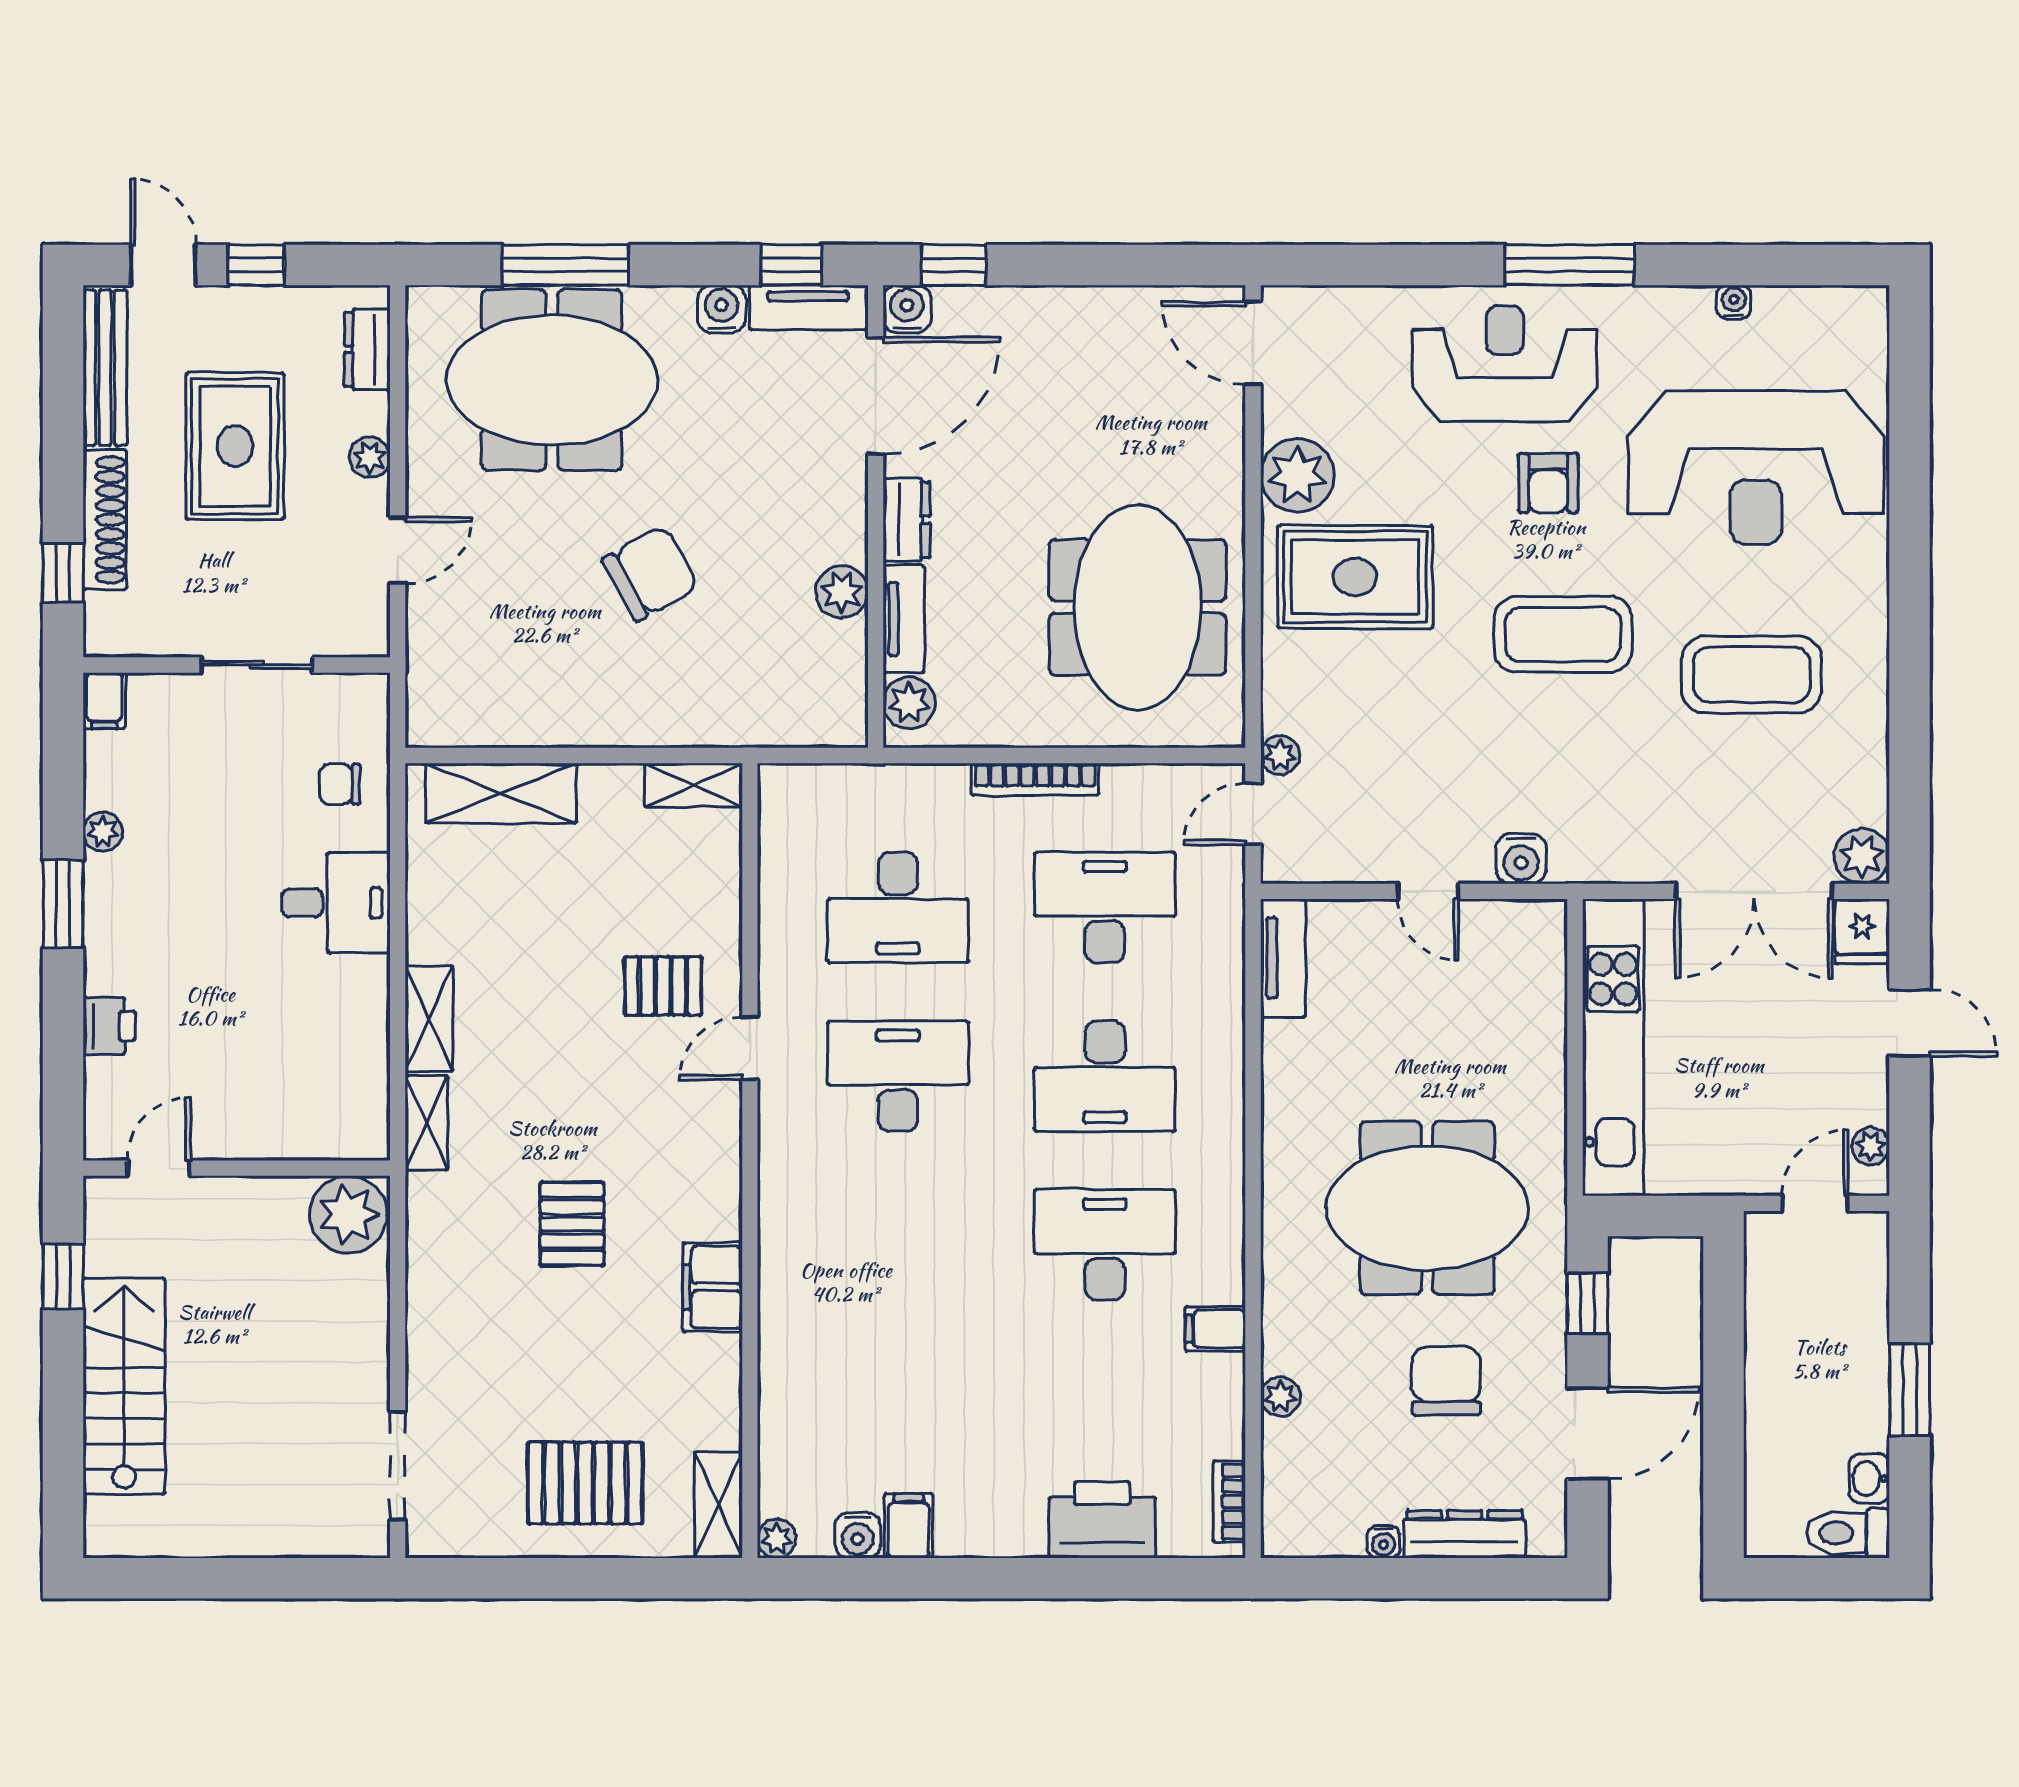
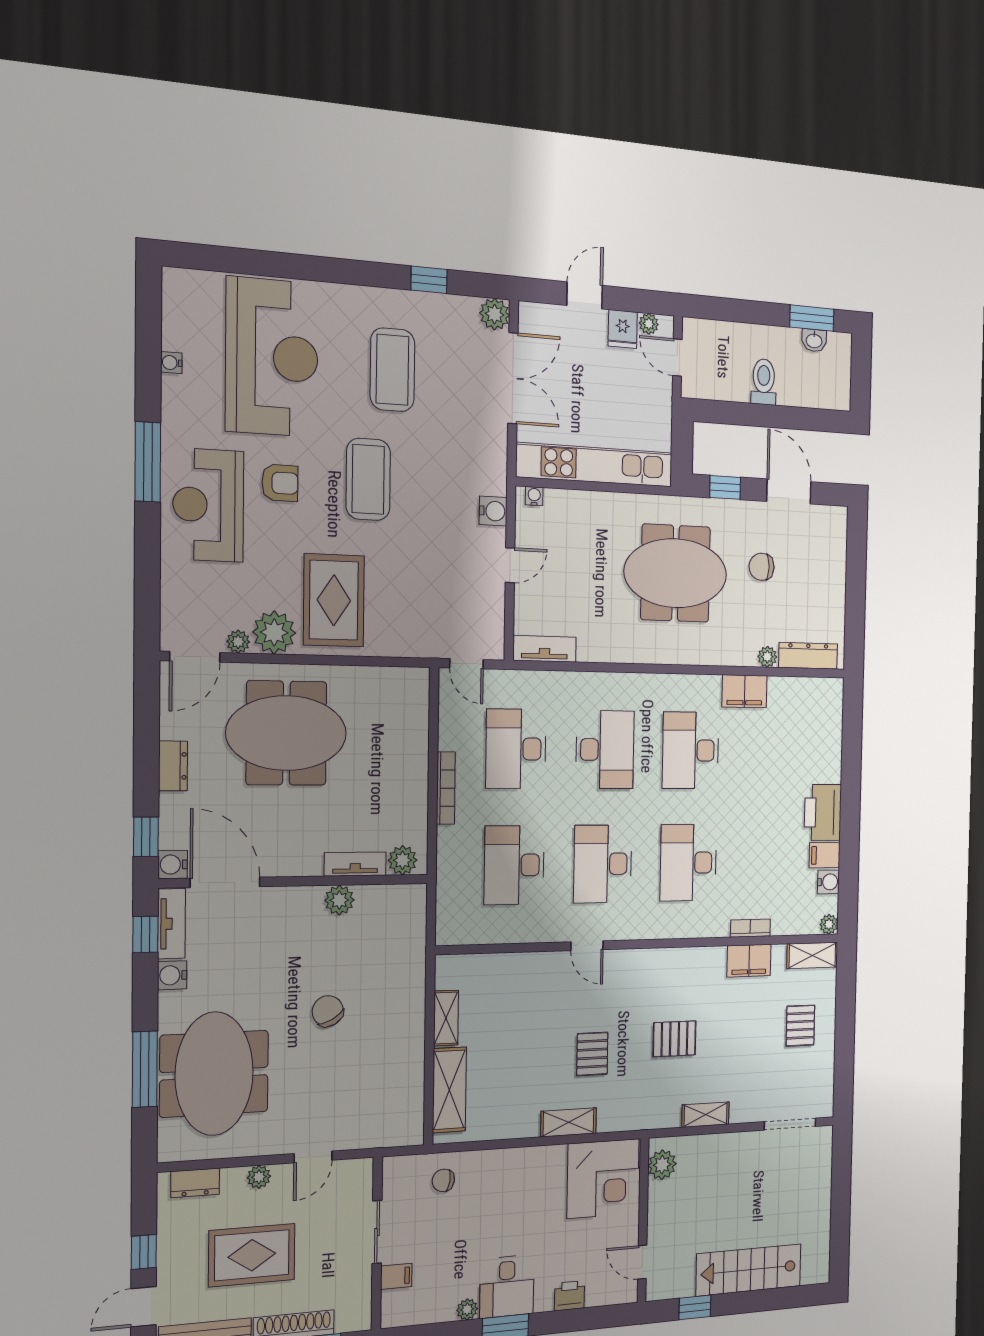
dresser: (907, 520) -> (173, 766), moved, turned 90
door: (398, 550) -> (313, 1157), swing flipped
chair: (650, 573) -> (328, 1011), width x0.73, depth x0.73
meeting table: (1138, 607) -> (286, 733), moved
filing cabinet: (104, 701) -> (396, 1276), moved
window: (1910, 737) -> (429, 280), added
plant: (1280, 755) -> (238, 642), moved
chair: (340, 784) -> (443, 1180), turned 99
shelving: (693, 785) -> (446, 1018), moved
desk: (336, 903) -> (507, 1287), moved, turned 180
desk: (898, 908) -> (514, 865), turned 180
fridge: (1862, 931) -> (623, 329), moved, turned 90
pallet: (663, 986) -> (592, 1054), moved
corner desk: (321, 1087) -> (603, 1178), added
shelving: (427, 1123) -> (706, 1115), moved
meeting table: (1427, 1208) -> (675, 573), turned 90
plant: (348, 1214) -> (662, 1165), width x0.73, depth x0.73
desk: (898, 1245) -> (688, 863), added
filing cabinet: (713, 1287) -> (749, 961), moved
filing cabinet: (1215, 1329) -> (745, 691), width x2.00
chair: (1446, 1381) -> (762, 567), width x0.73, depth x0.73
window: (1910, 1390) -> (812, 318), moved
pallet: (585, 1483) -> (800, 1026), width x0.67, depth x0.71
bookcase: (1229, 1502) -> (750, 928), moved, turned 180
printer: (1102, 1520) -> (823, 812), moved
toilet: (1848, 1533) -> (764, 382), moved, turned 180
dresser: (1465, 1534) -> (808, 656), moved, turned 90
water cooler: (1383, 1542) -> (534, 496), moved, turned -90

